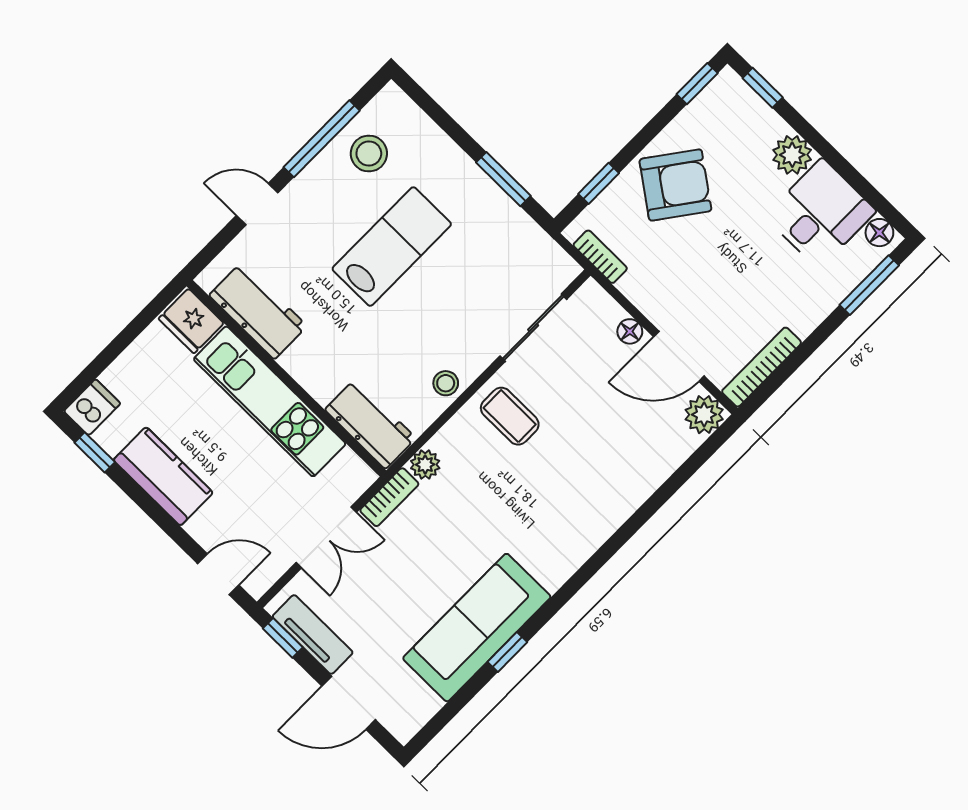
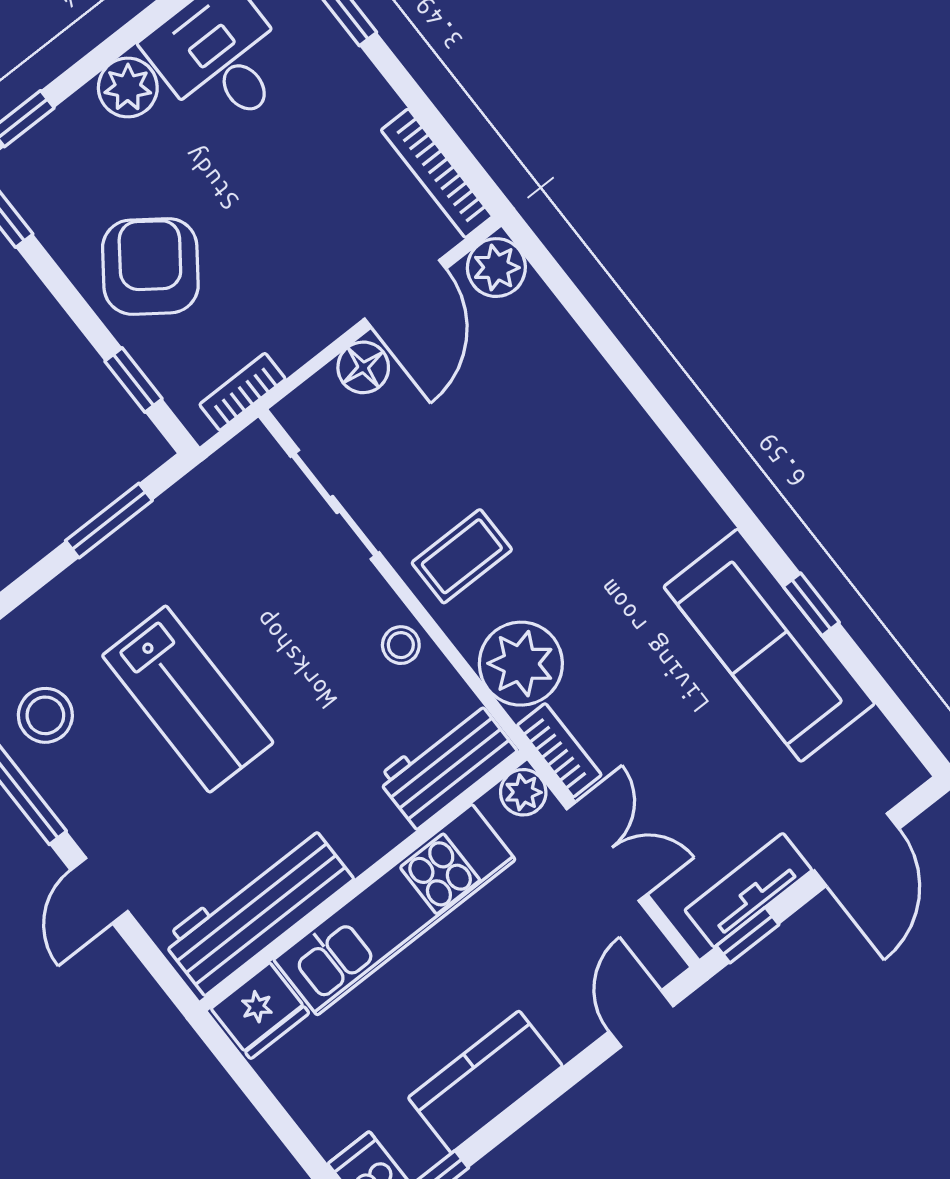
lab bench: (392, 247) -> (188, 699), turned 180
workbench: (258, 311) -> (258, 910), width x1.38
floor lamp: (630, 331) -> (363, 367), width x1.37, depth x1.37
plant: (425, 465) -> (521, 664), width x1.87, depth x1.87
plant: (358, 477) -> (523, 792), added

